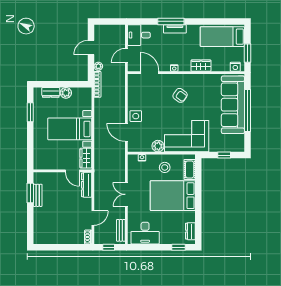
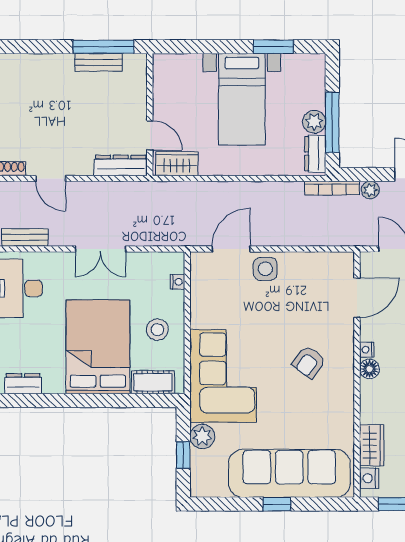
wardrobe: (201, 66) -> (372, 445), moved
floor lamp: (183, 67) -> (369, 369), added
window: (66, 84) -> (332, 122), added
dresser: (51, 92) -> (315, 154), moved
window: (248, 111) -> (277, 504), width x0.32
bed with nightstands: (70, 129) -> (242, 99), moved, turned 180
plant: (158, 146) -> (202, 436), moved
door: (72, 171) -> (150, 135), swing flipped
window: (30, 193) -> (103, 47), width x1.44
double door: (126, 194) -> (101, 249), swing flipped

